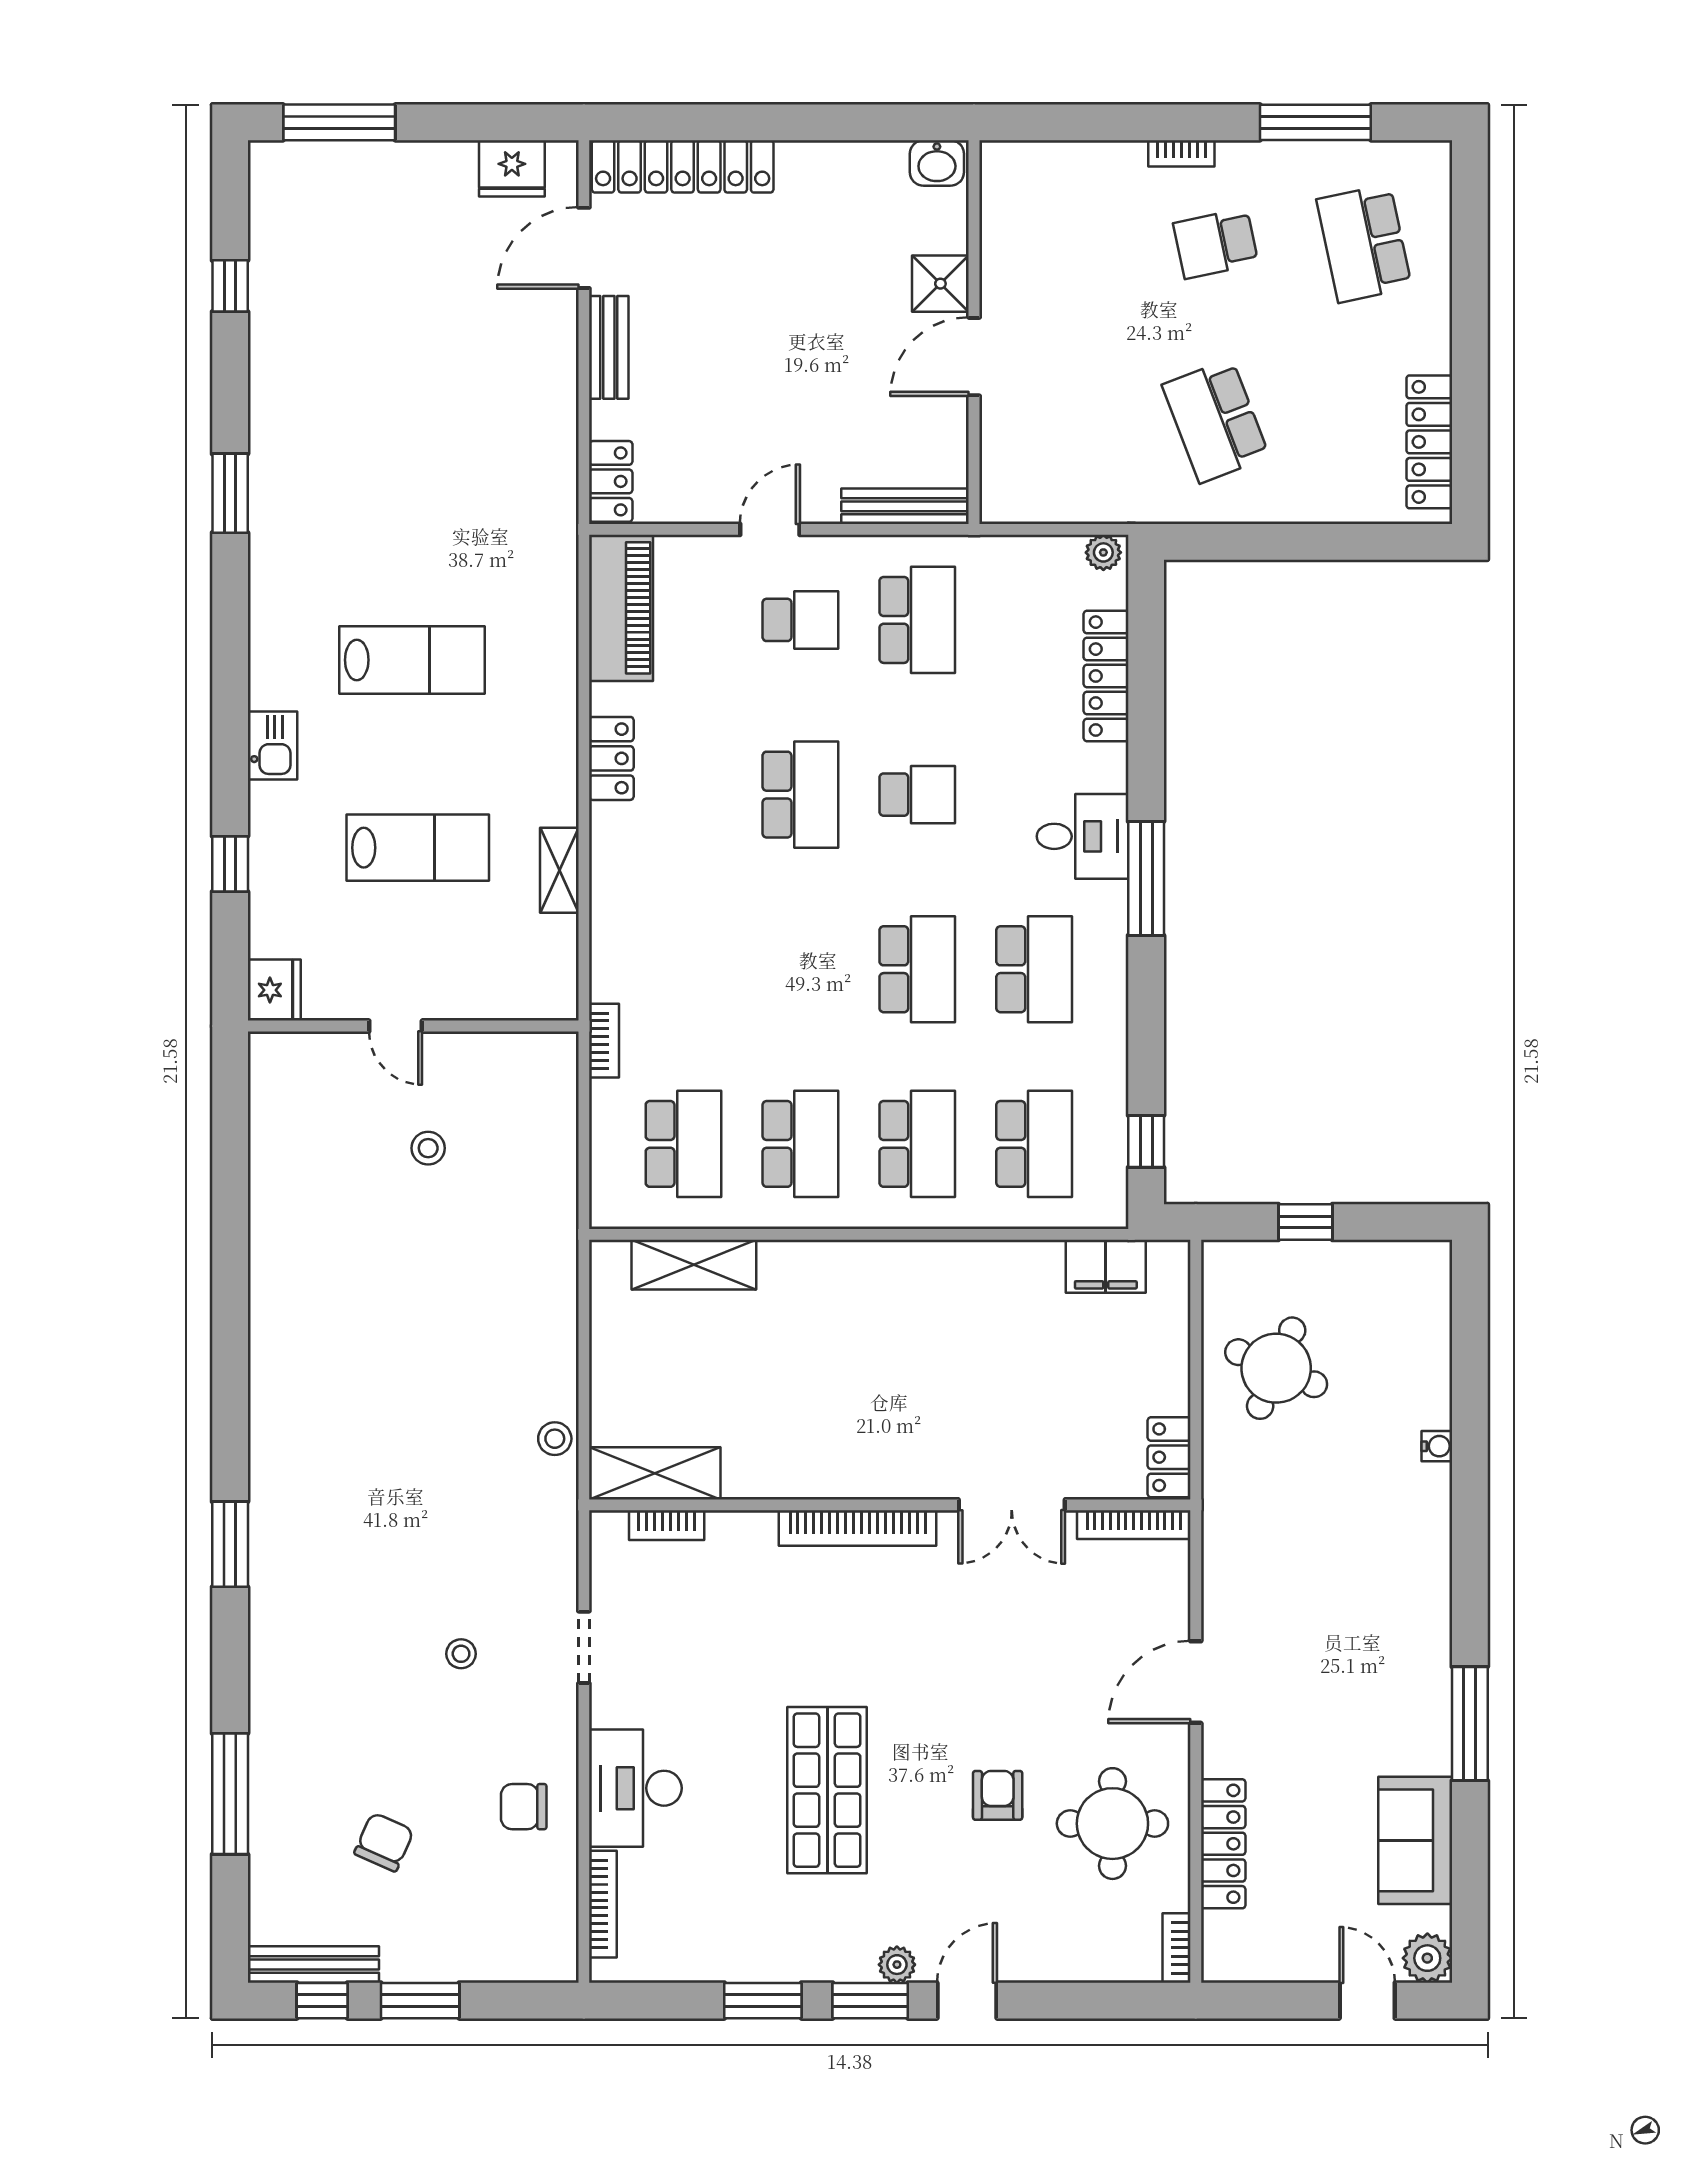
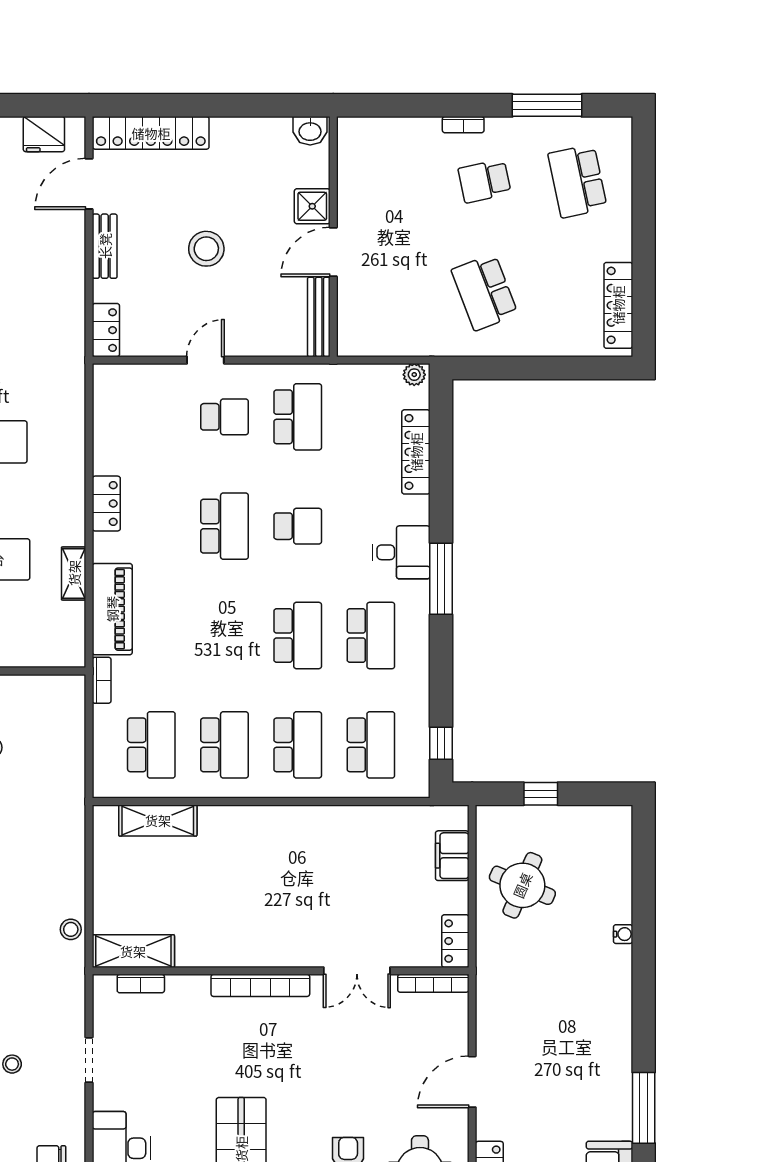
stool: (771, 351) -> (206, 249), added
bench: (905, 506) -> (319, 317), moved, turned 90
piano: (621, 608) -> (112, 609), moved
filing cabinet: (1106, 1266) -> (452, 856), moved, turned 90

